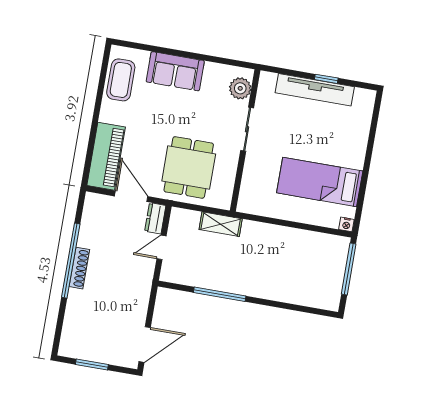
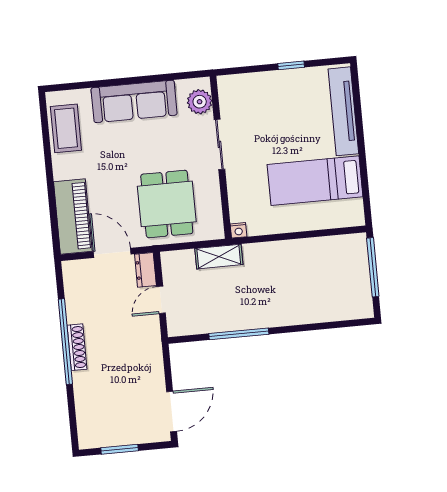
sofa: (175, 71) -> (134, 101), width x1.36
tv unit: (315, 90) -> (343, 111), moved, turned 90
nightstand: (346, 224) -> (239, 230), moved

